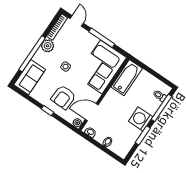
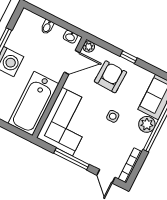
plant: (48, 46) -> (147, 124), moved
bathtub: (127, 78) -> (33, 104), width x1.36, depth x1.36

